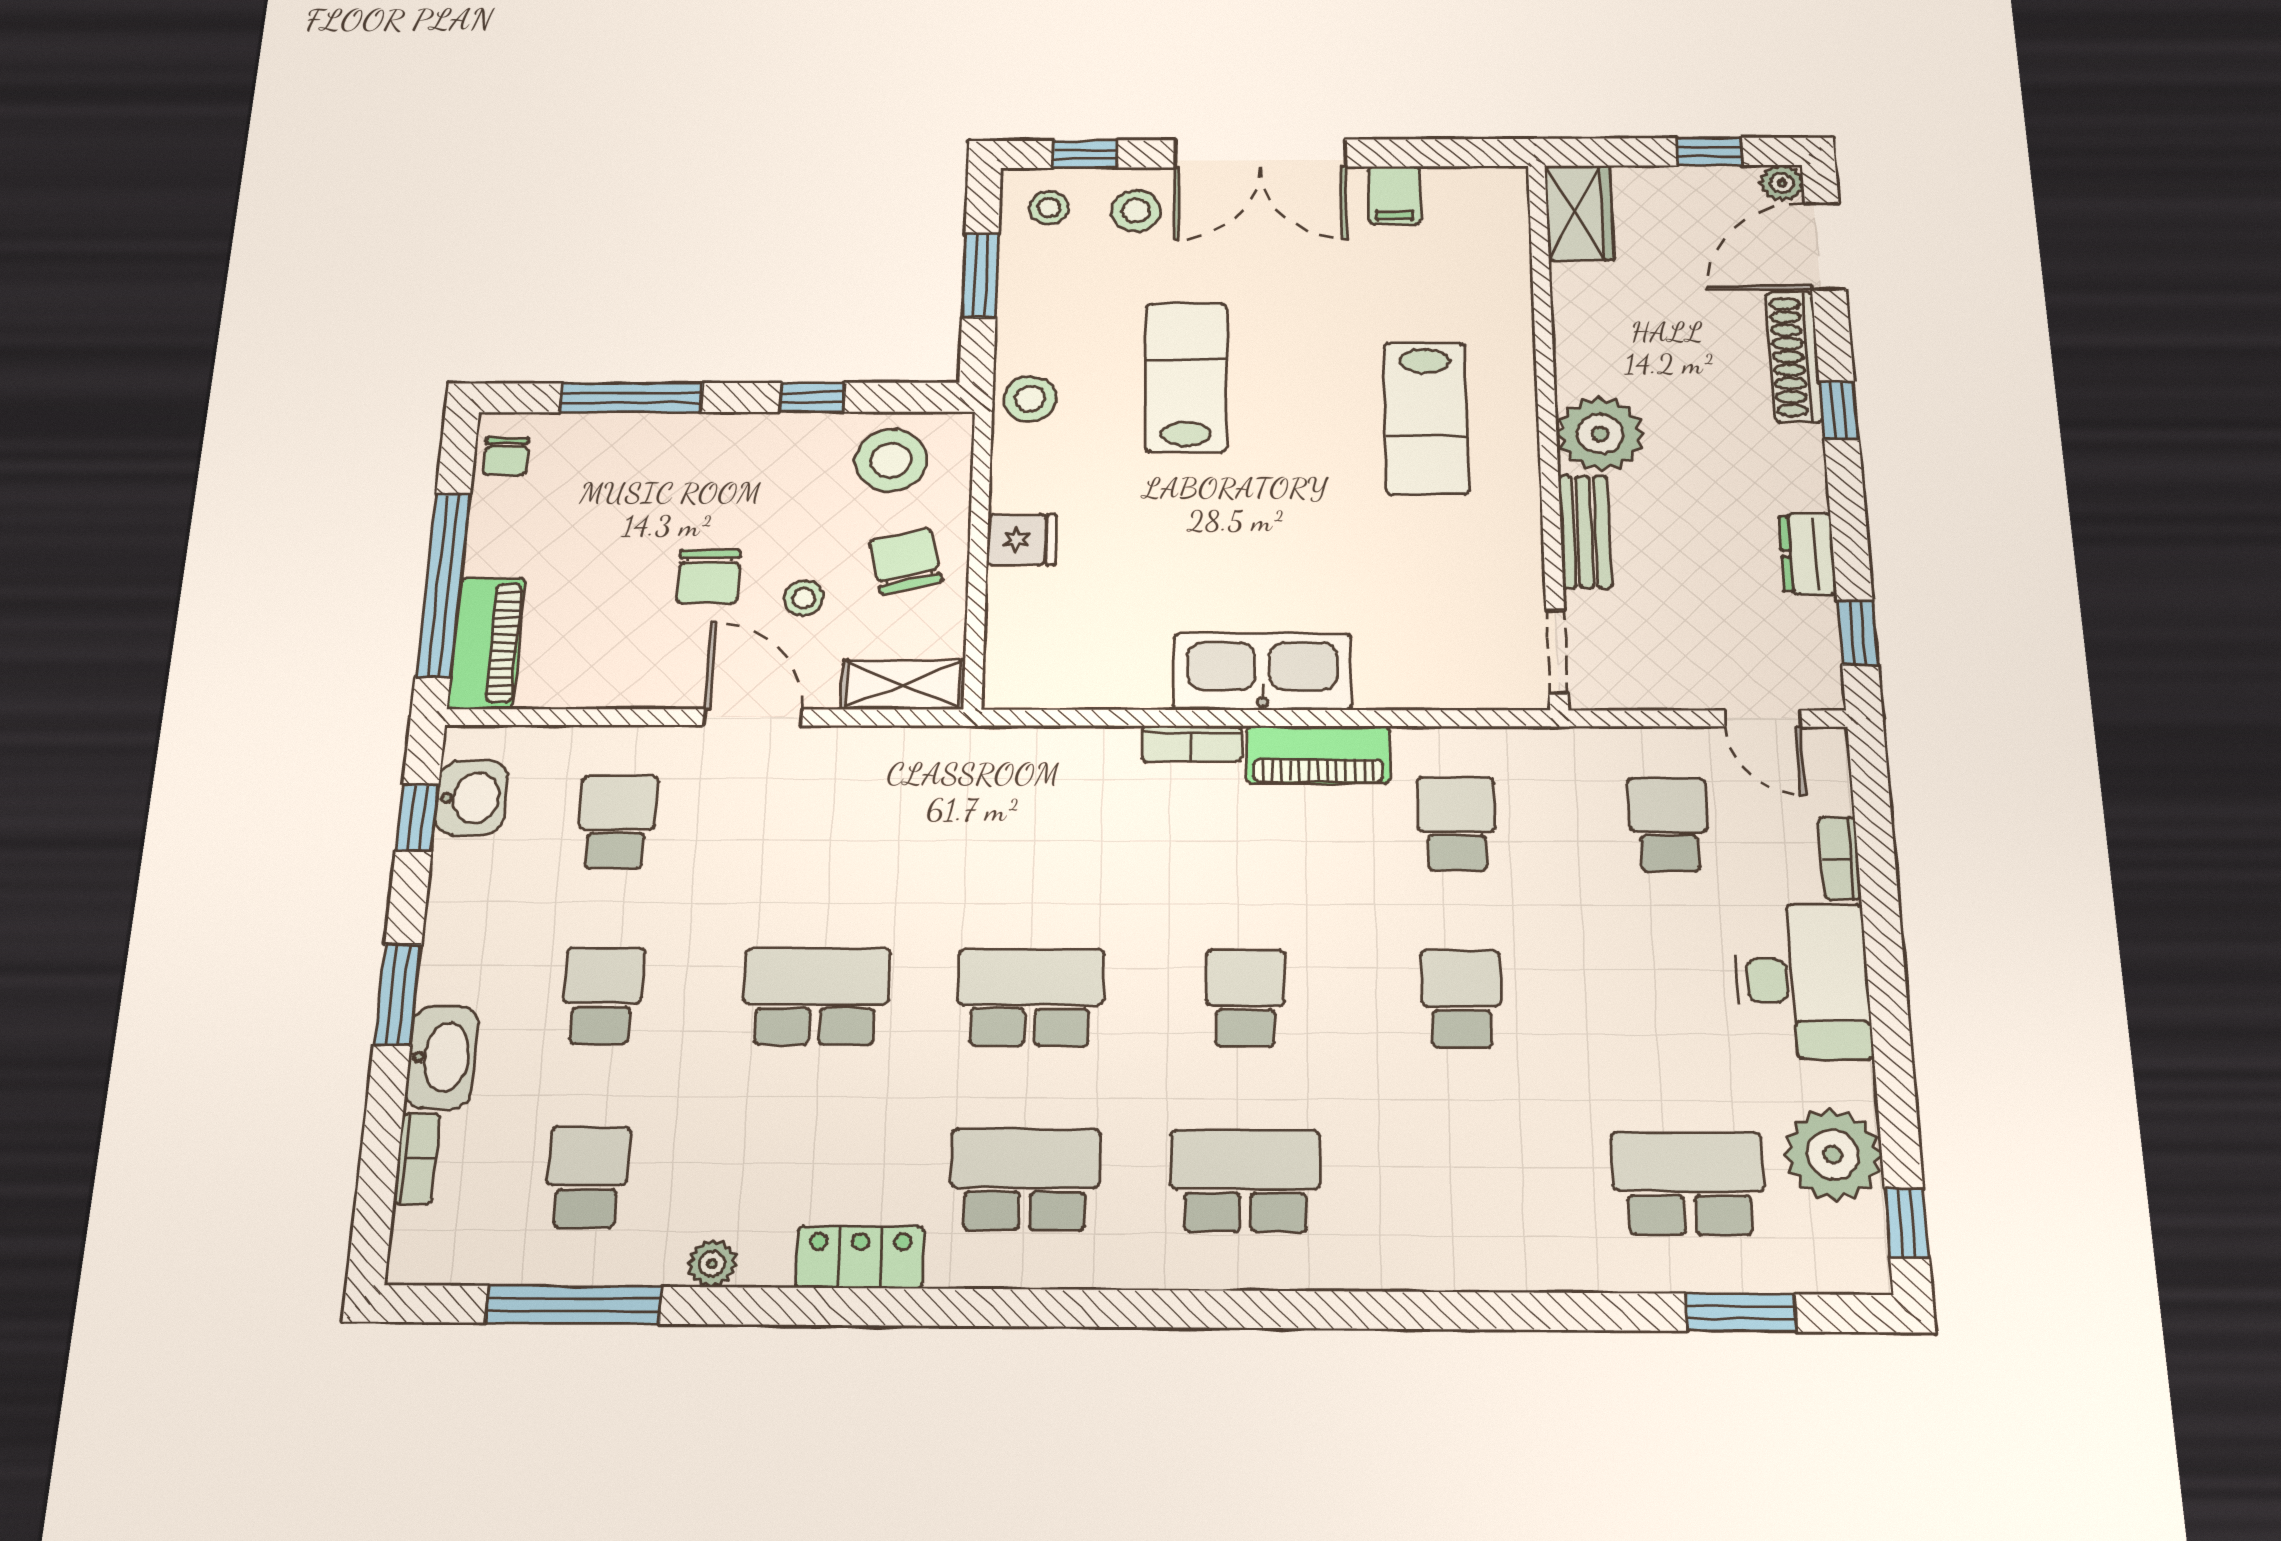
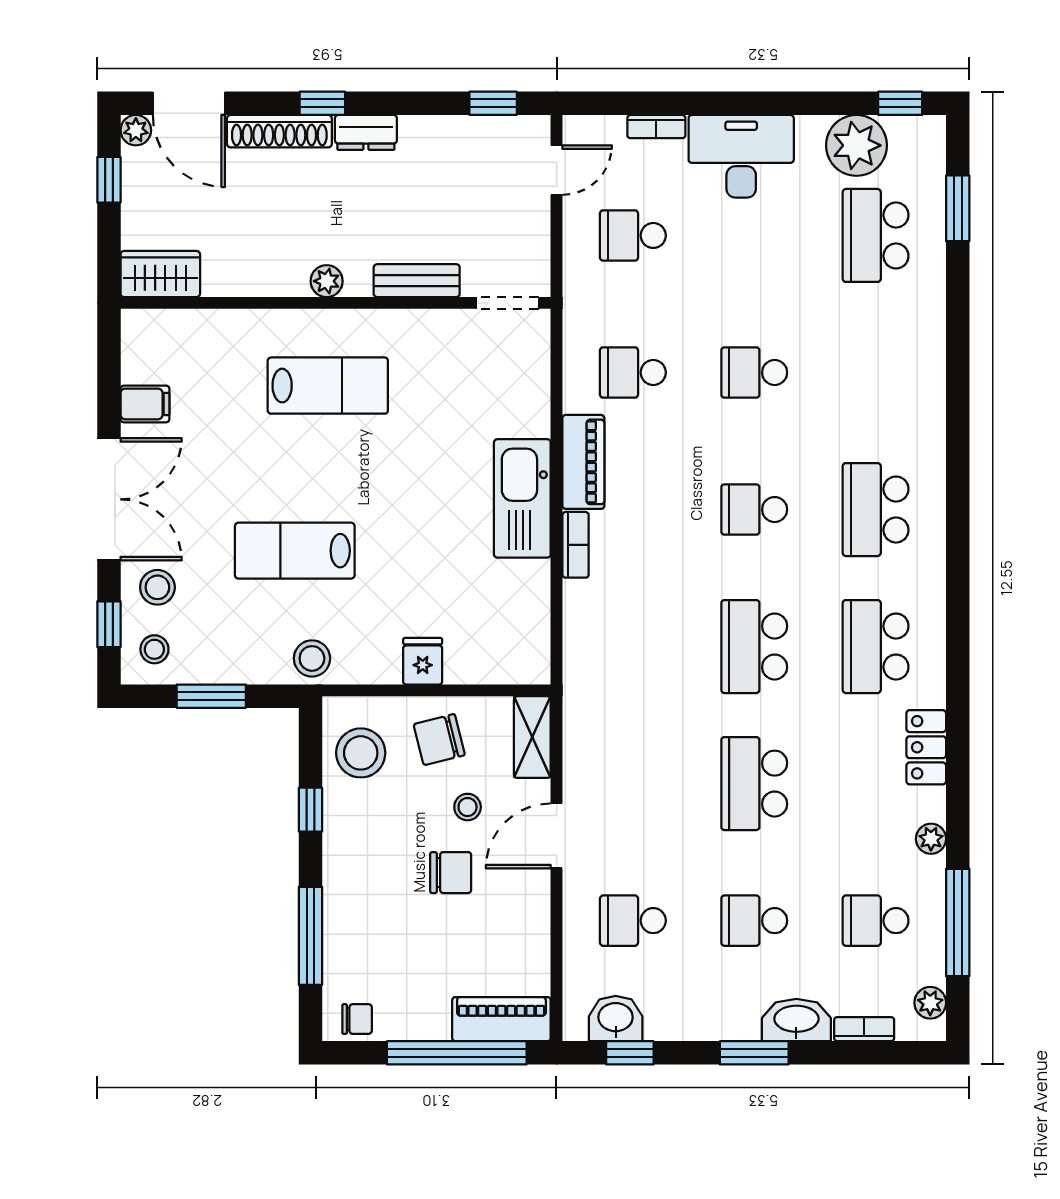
plant: (1600, 434) -> (327, 281), width x0.53, depth x0.53
dresser: (1807, 554) -> (366, 132), moved
plant: (448, 1261) -> (930, 1003), added

